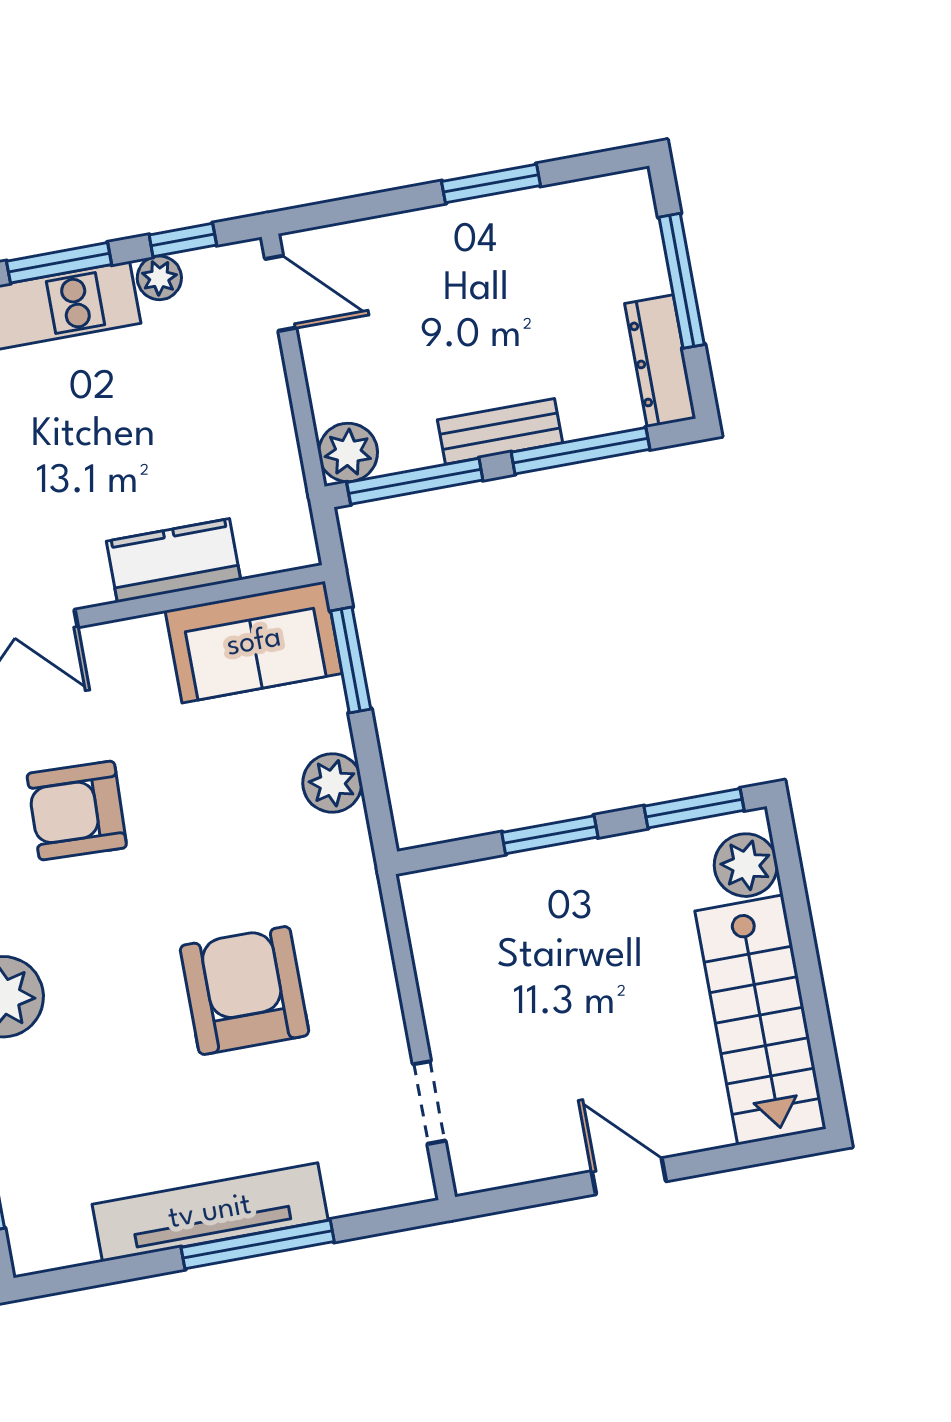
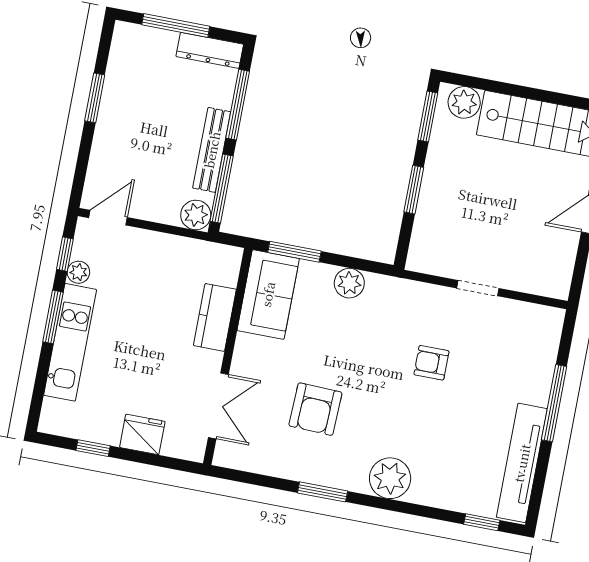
bench: (500, 431) -> (212, 150), width x1.36
armchair: (245, 991) -> (431, 363), width x0.53, depth x0.53
doorway: (429, 1102) -> (478, 288), moved
tv unit: (210, 1212) -> (522, 463), moved

